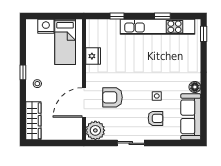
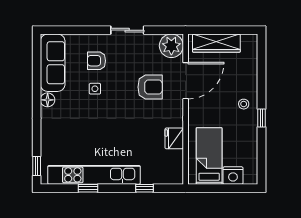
wardrobe: (33, 121) -> (216, 43), moved, turned -90

